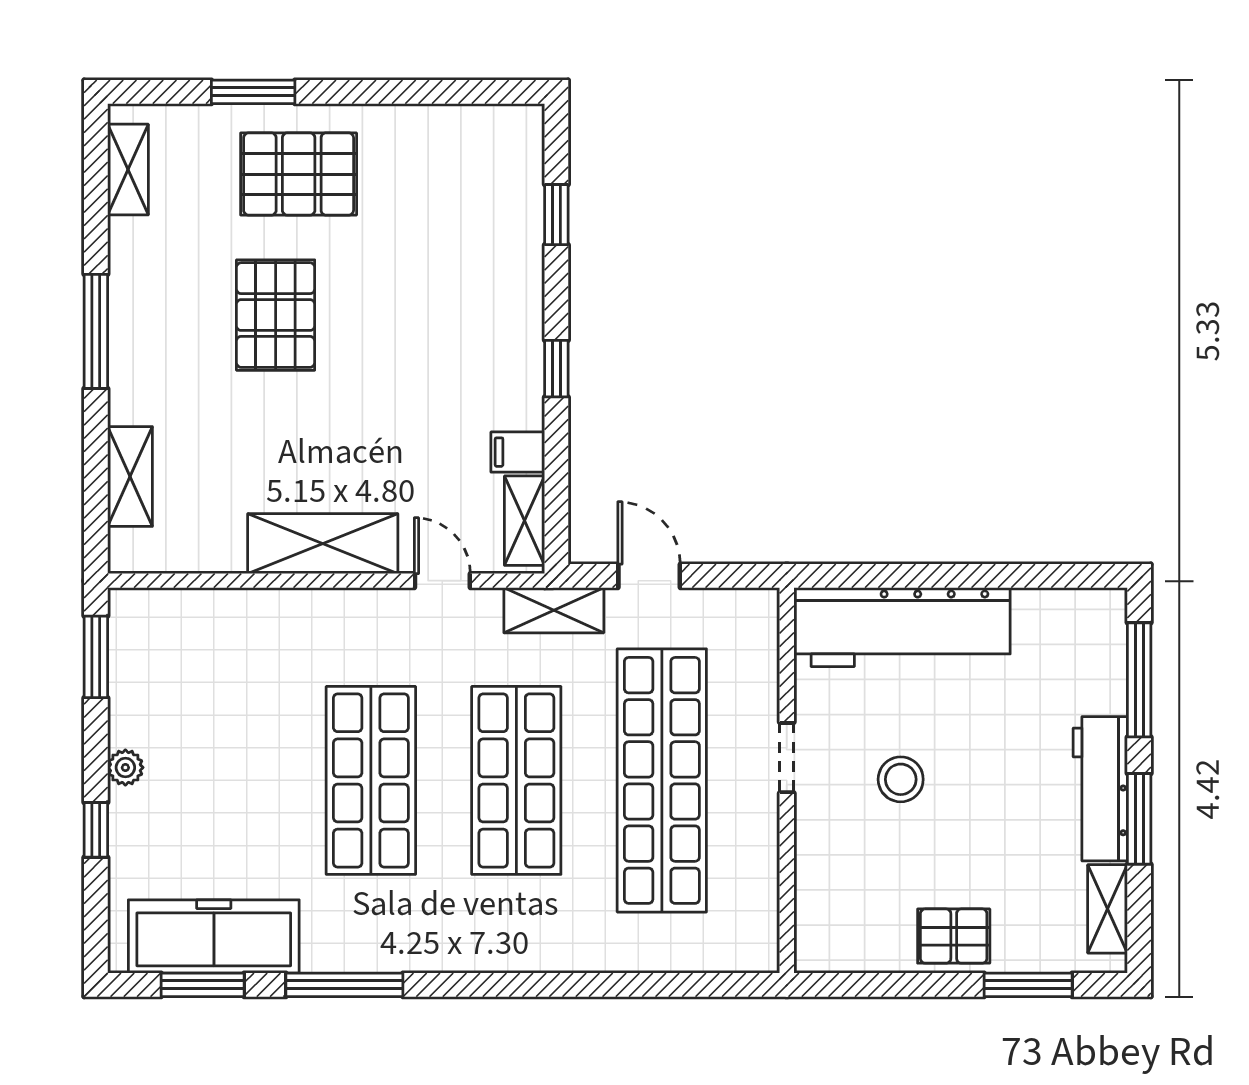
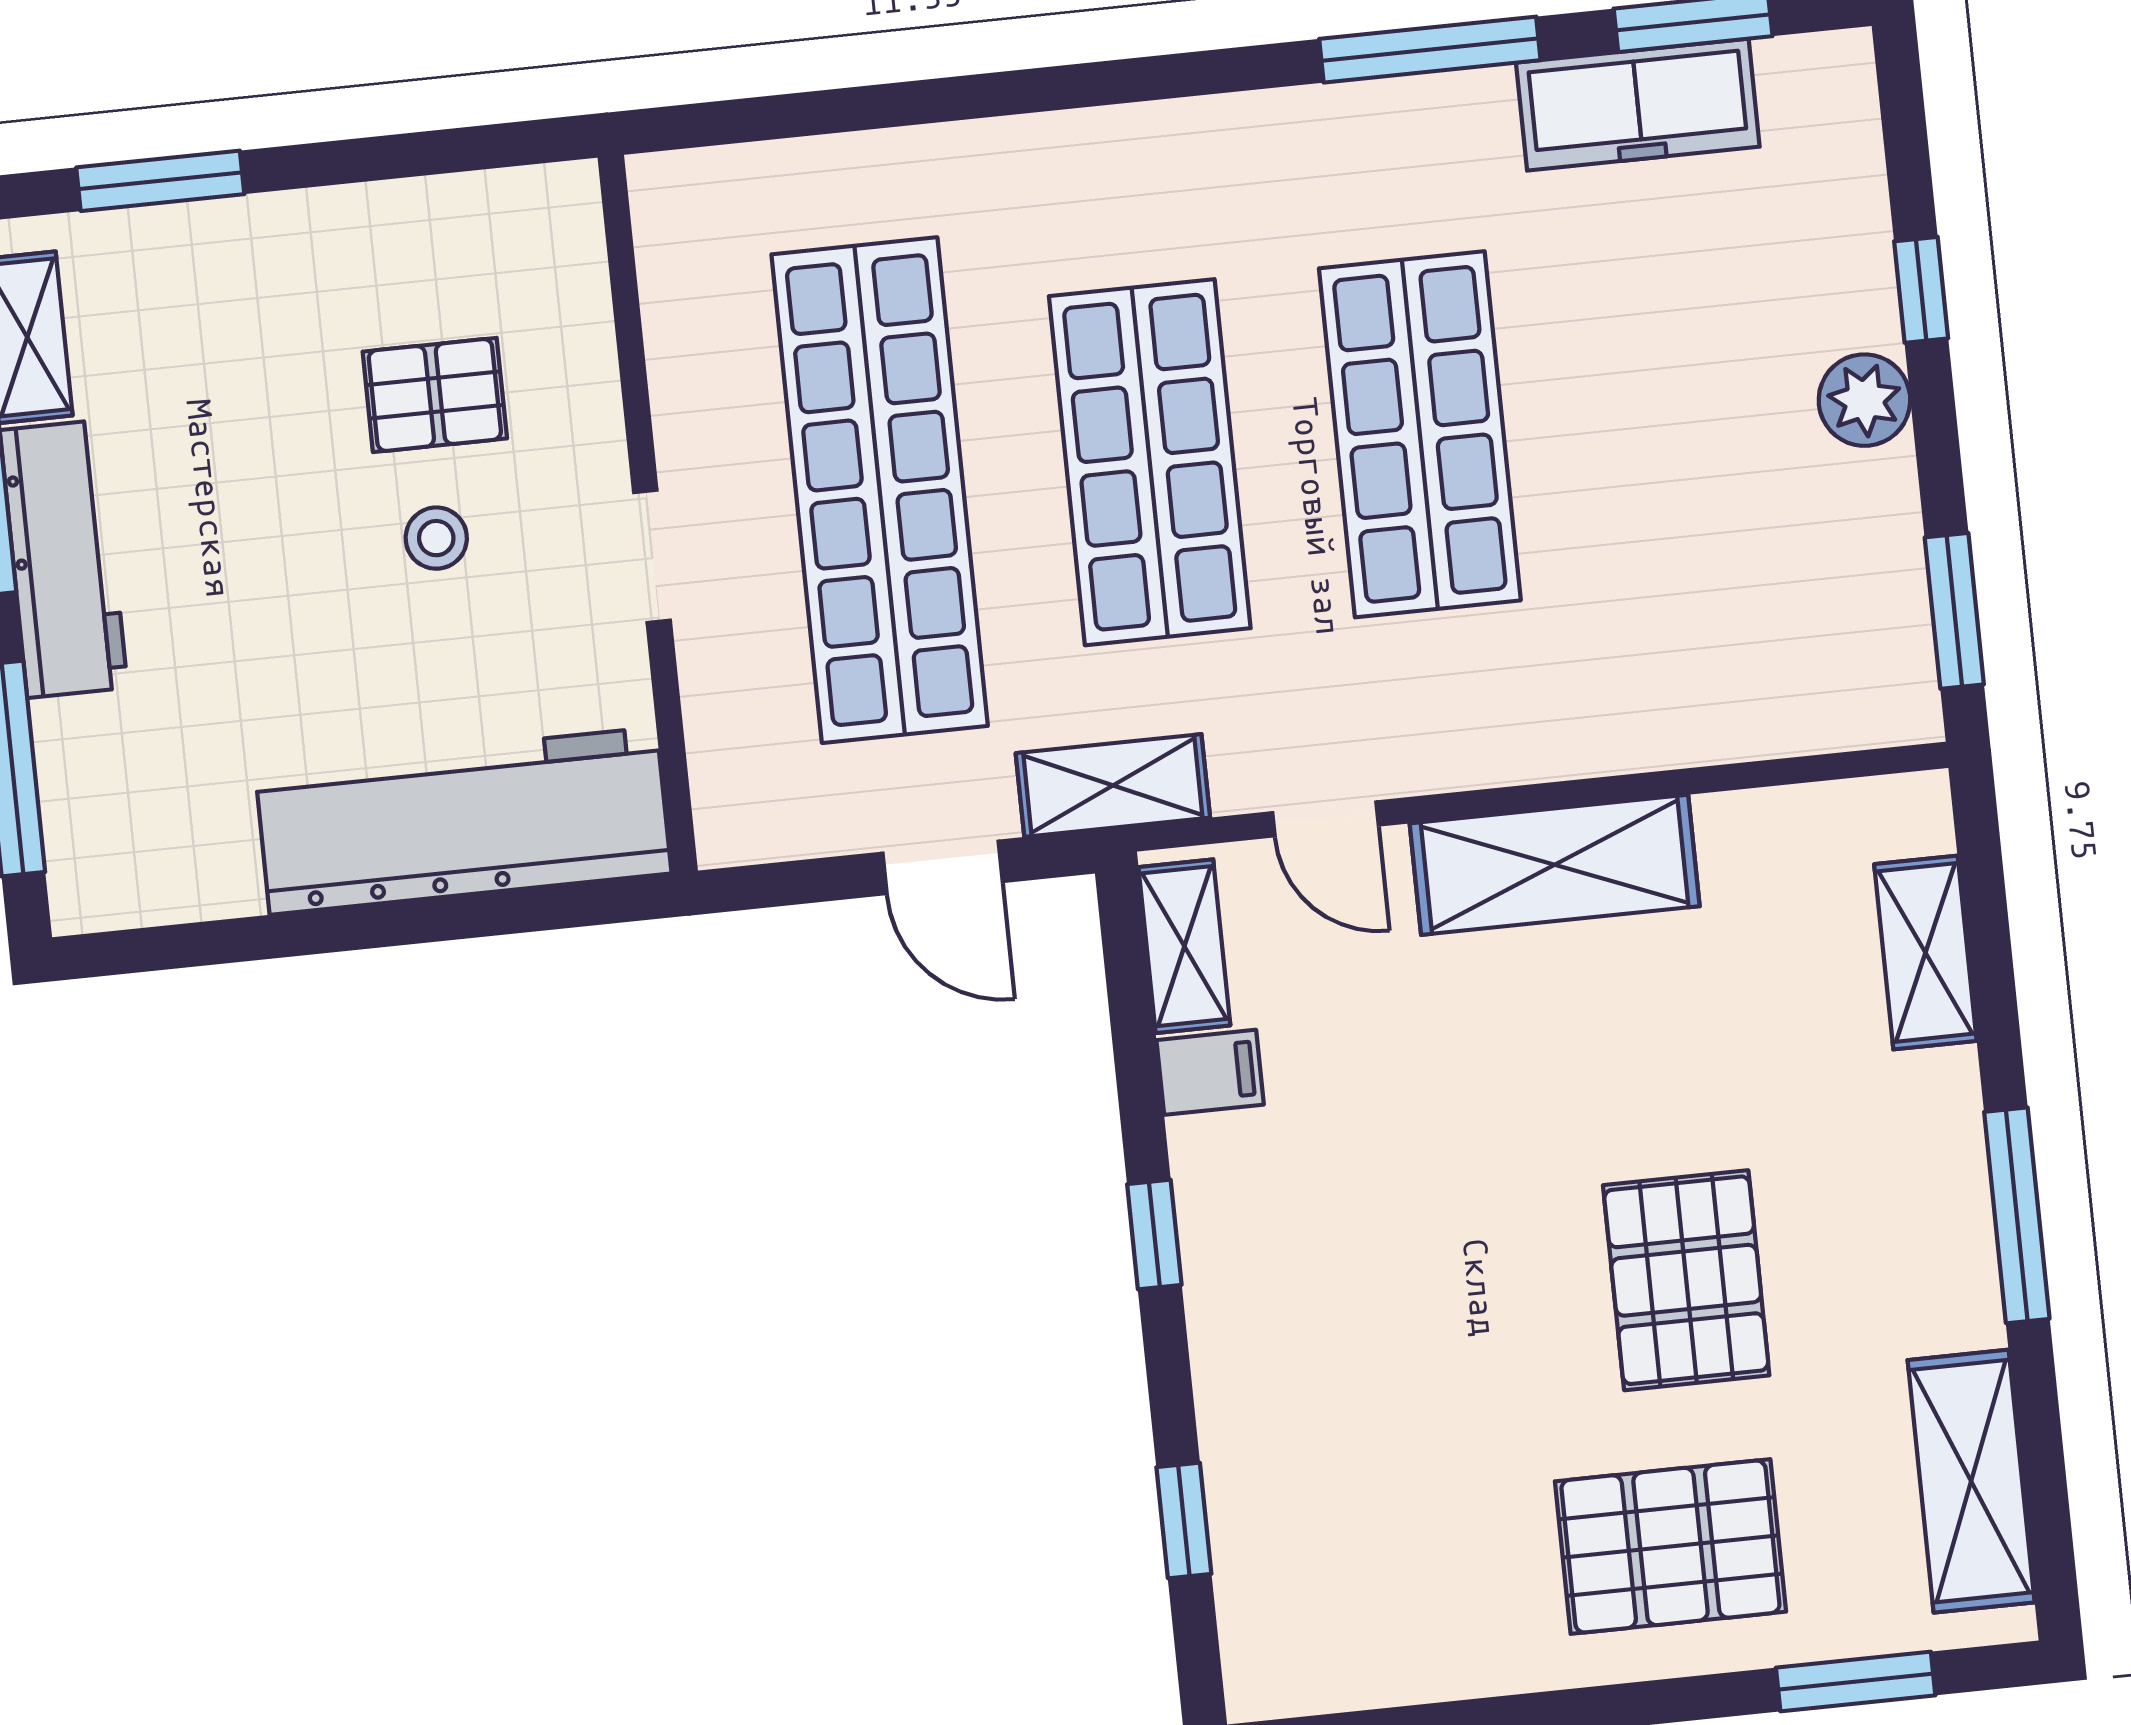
window: (253, 92) -> (1856, 1682), moved
shelving: (128, 170) -> (1971, 1481), width x1.50, depth x1.33
plant: (125, 768) -> (1864, 400), width x1.38, depth x1.38
stool: (901, 779) -> (436, 538), width x0.73, depth x0.73
freezer: (214, 936) -> (1638, 105), width x0.73, depth x0.79
pallet: (954, 936) -> (435, 395), moved

